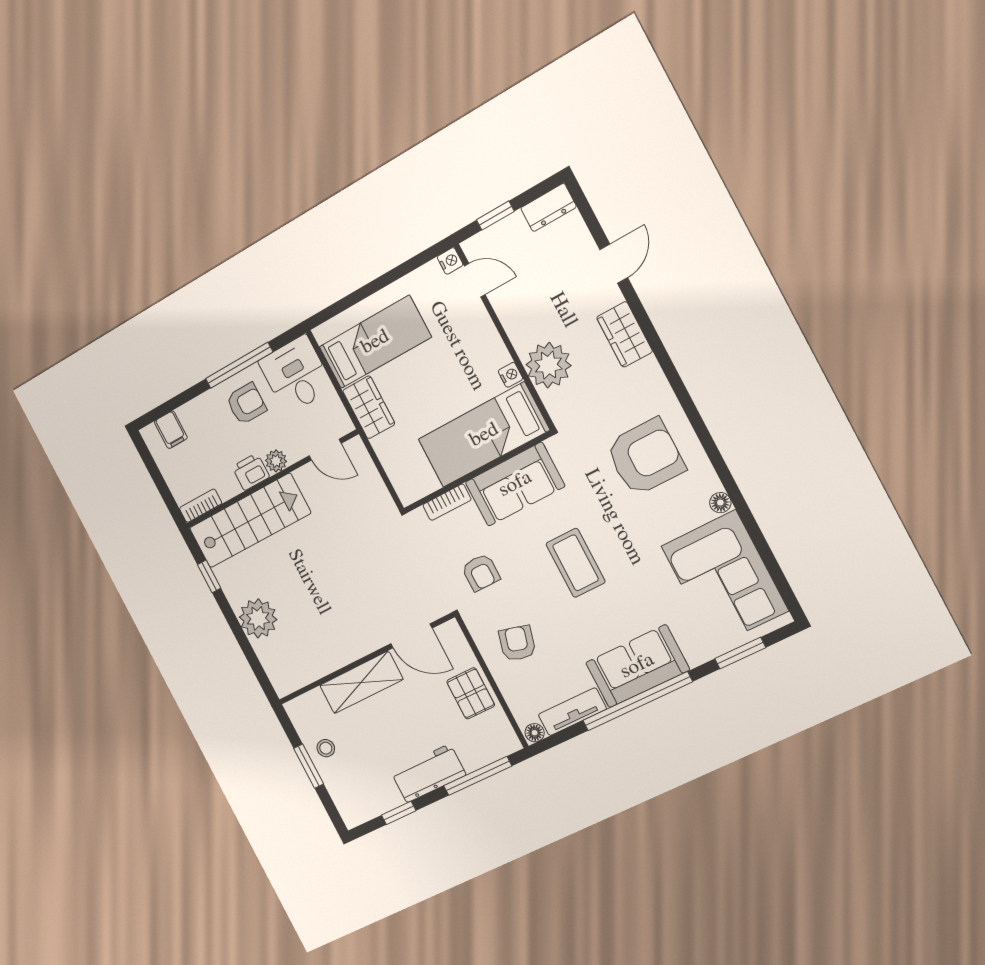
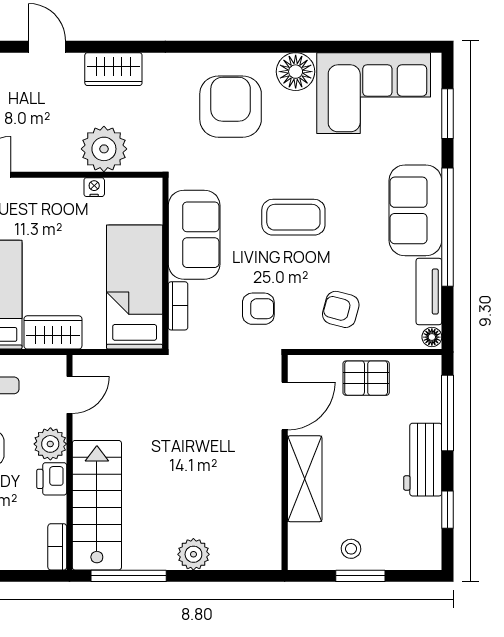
bed: (484, 435) -> (135, 287), moved, turned 180
plant: (276, 461) -> (50, 444), width x1.38, depth x1.38
floor lamp: (720, 503) -> (296, 72), width x1.89, depth x1.89
window: (209, 576) -> (129, 576), width x2.17
plant: (258, 618) -> (193, 554), width x0.73, depth x0.73

